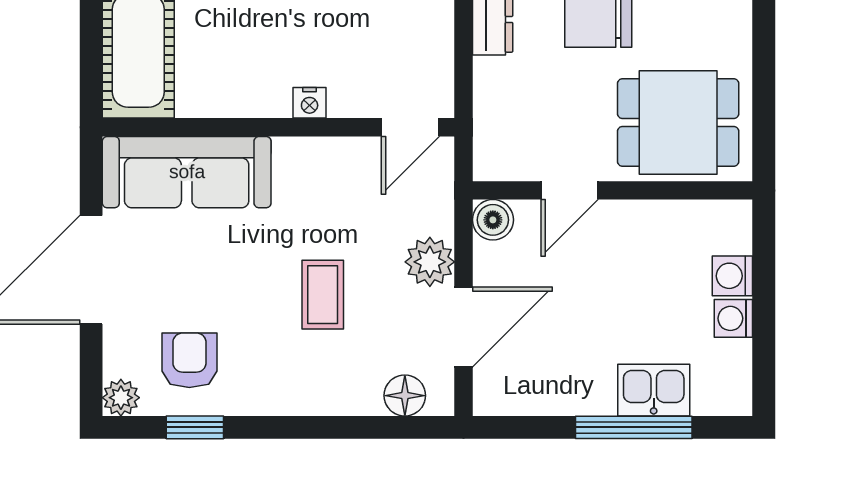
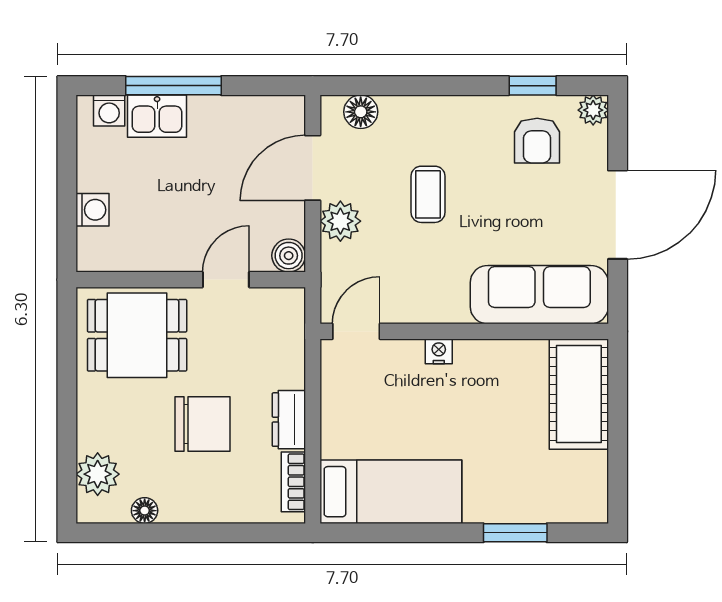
washing machine: (733, 318) -> (109, 110), moved, turned 90

